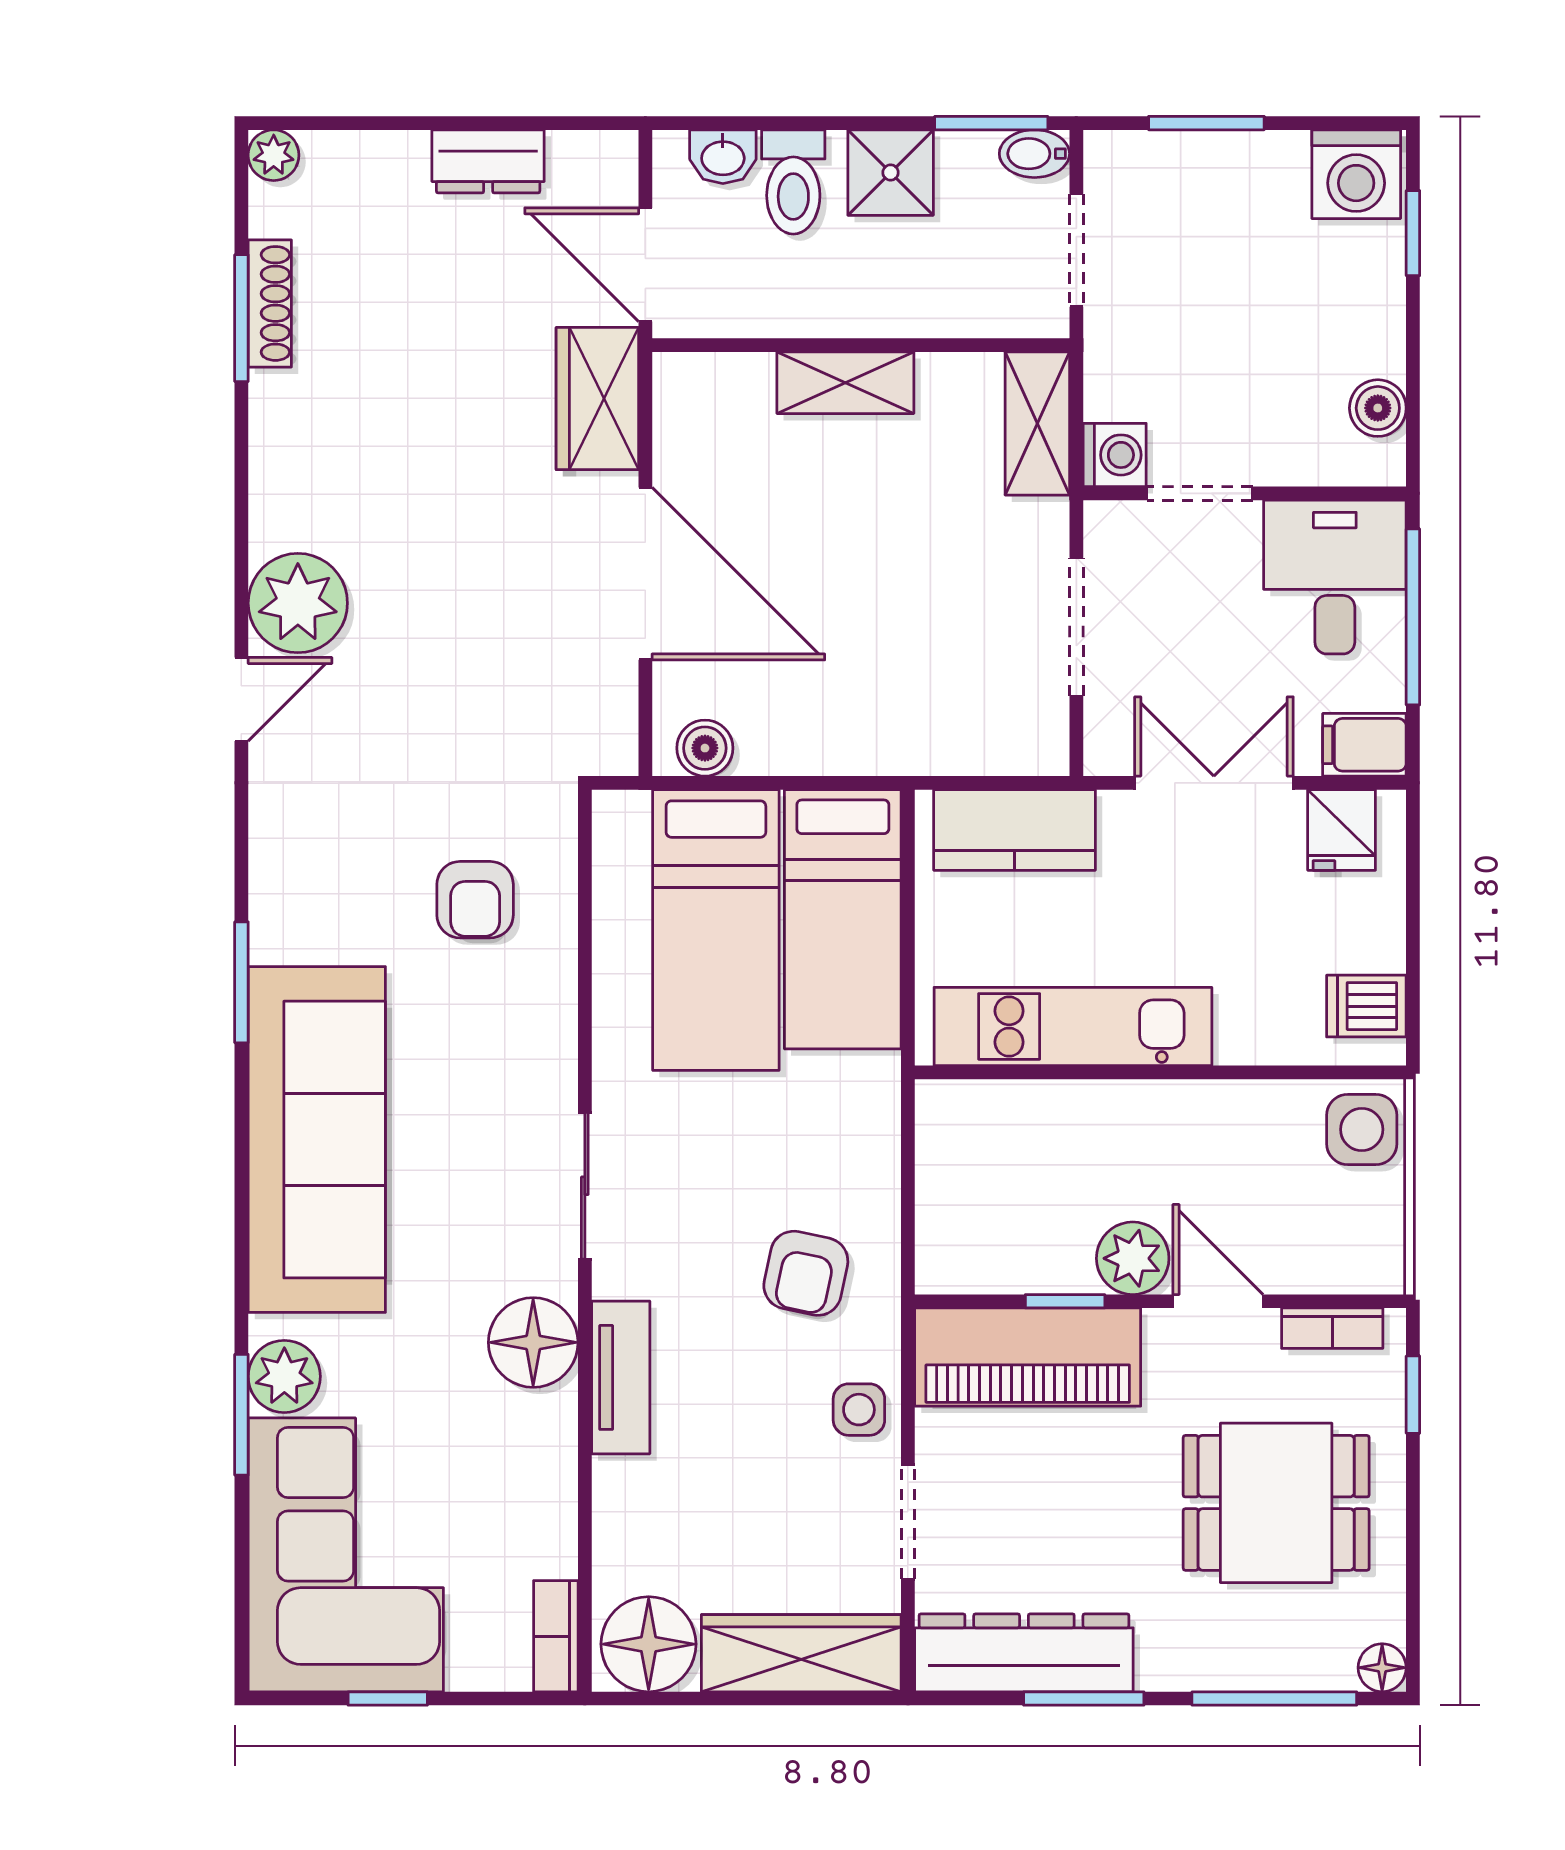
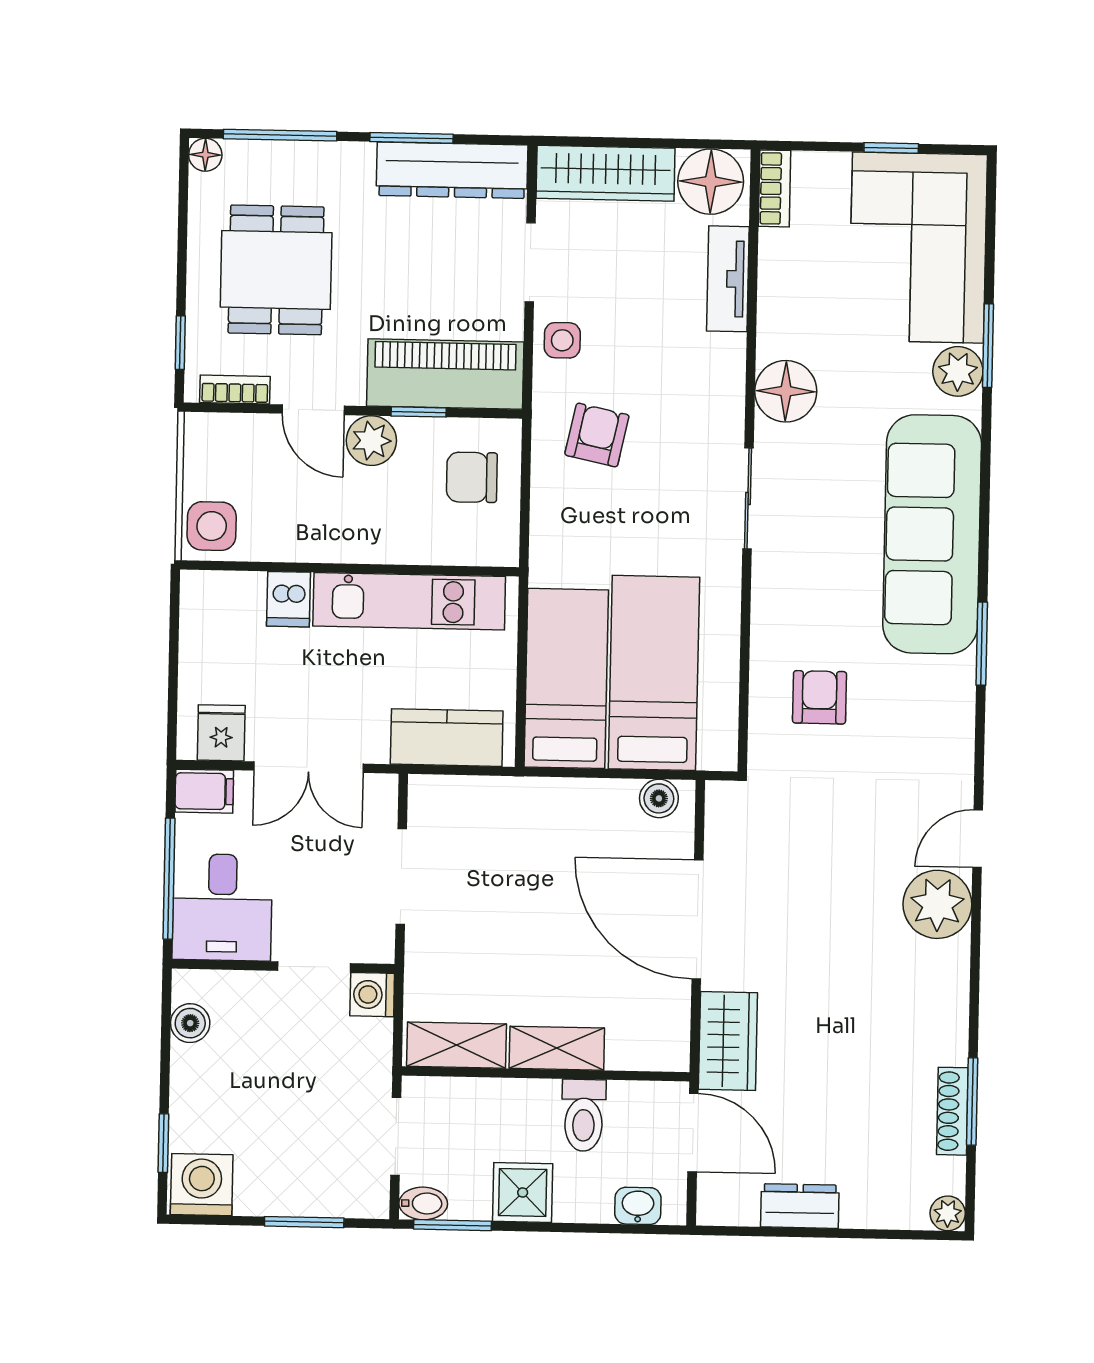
toilet: (793, 182) -> (584, 1115), moved, turned 180
shelving: (1037, 424) -> (457, 1045), moved, turned 90
dishwasher: (1366, 1006) -> (289, 599), moved, turned 90
chair: (986, 1208) -> (472, 477), added
tv unit: (621, 1377) -> (728, 279), moved
dining table: (1276, 1503) -> (276, 270), turned 90

